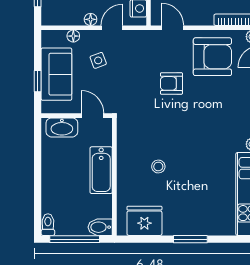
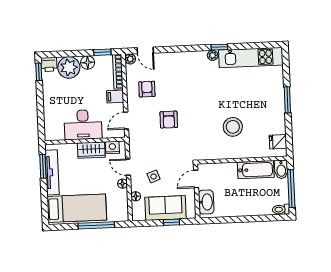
filing cabinet: (205, 15) -> (115, 97), added
armchair: (212, 57) -> (147, 89), width x0.53, depth x0.53
stool: (158, 167) -> (233, 127), width x1.89, depth x1.89
bathtub: (101, 170) -> (256, 170), moved
fridge: (144, 221) -> (278, 142), width x0.53, depth x0.75

